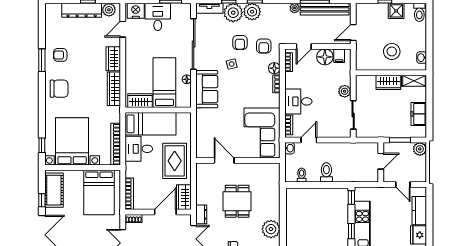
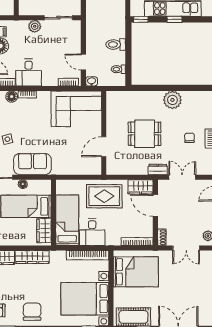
desk: (298, 101) -> (29, 72), moved

